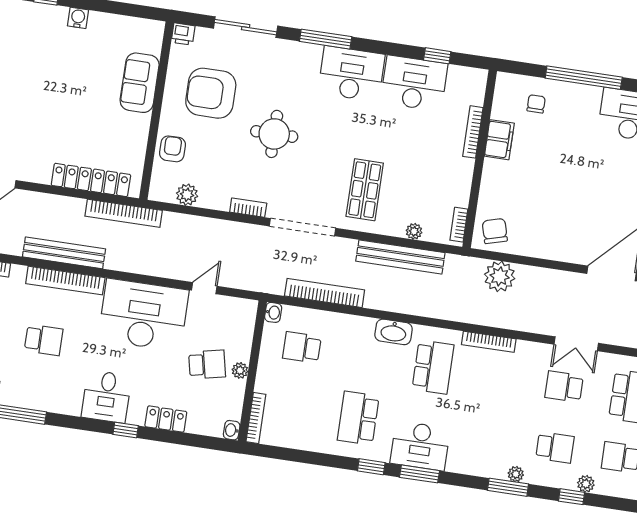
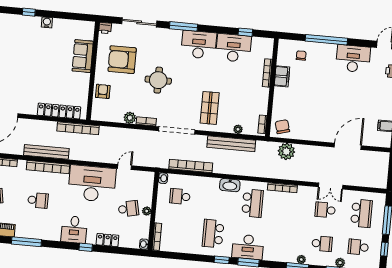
plant: (187, 195) -> (130, 118), moved

